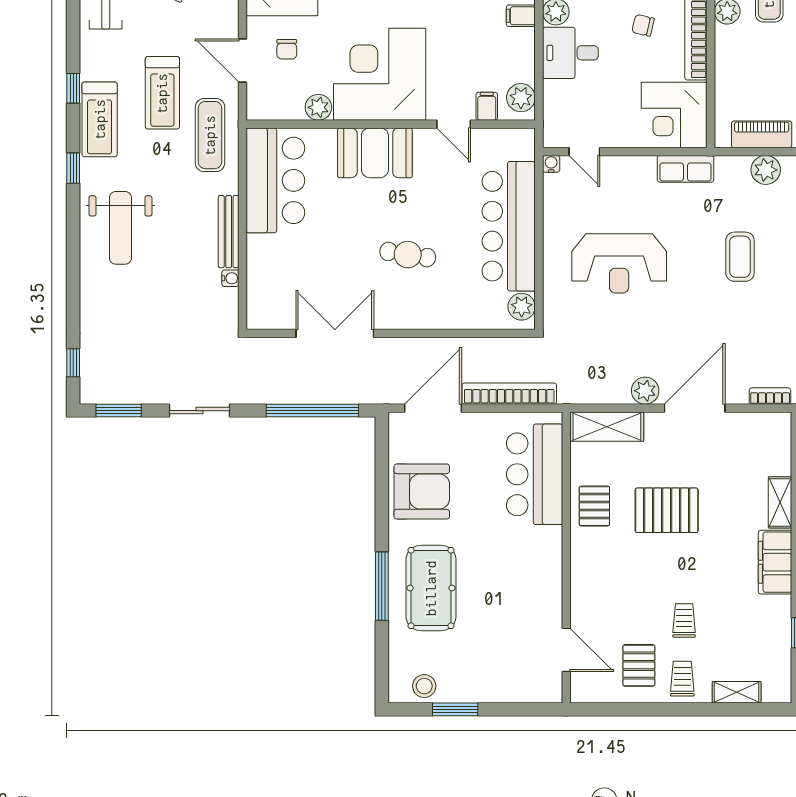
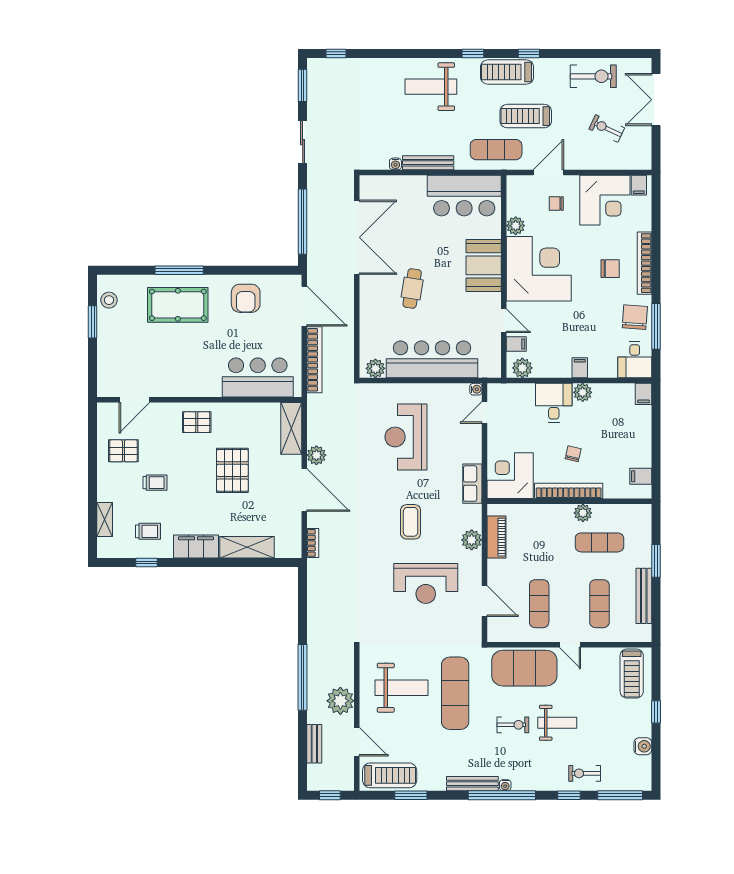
door: (454, 124) -> (504, 321), swing flipped
coffee table: (740, 257) -> (411, 522), turned 90
double door: (335, 333) -> (357, 237), width x1.36
armchair: (422, 491) -> (246, 298), width x0.73, depth x0.73
shelving: (780, 502) -> (247, 547), width x1.50, depth x1.33
pallet: (594, 506) -> (197, 422), moved
trolley: (682, 679) -> (148, 531), moved

